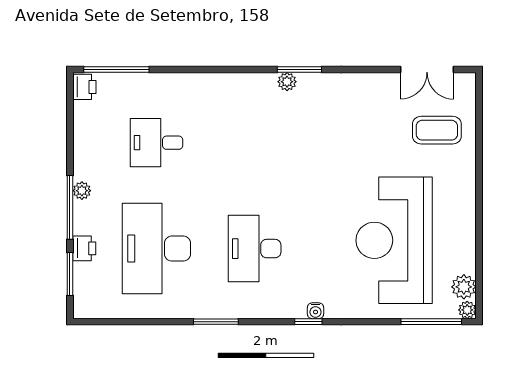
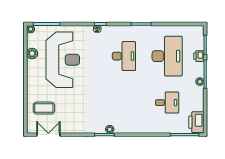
printer: (84, 87) -> (196, 122), width x1.87, depth x1.48
plant: (464, 287) -> (32, 53), moved

